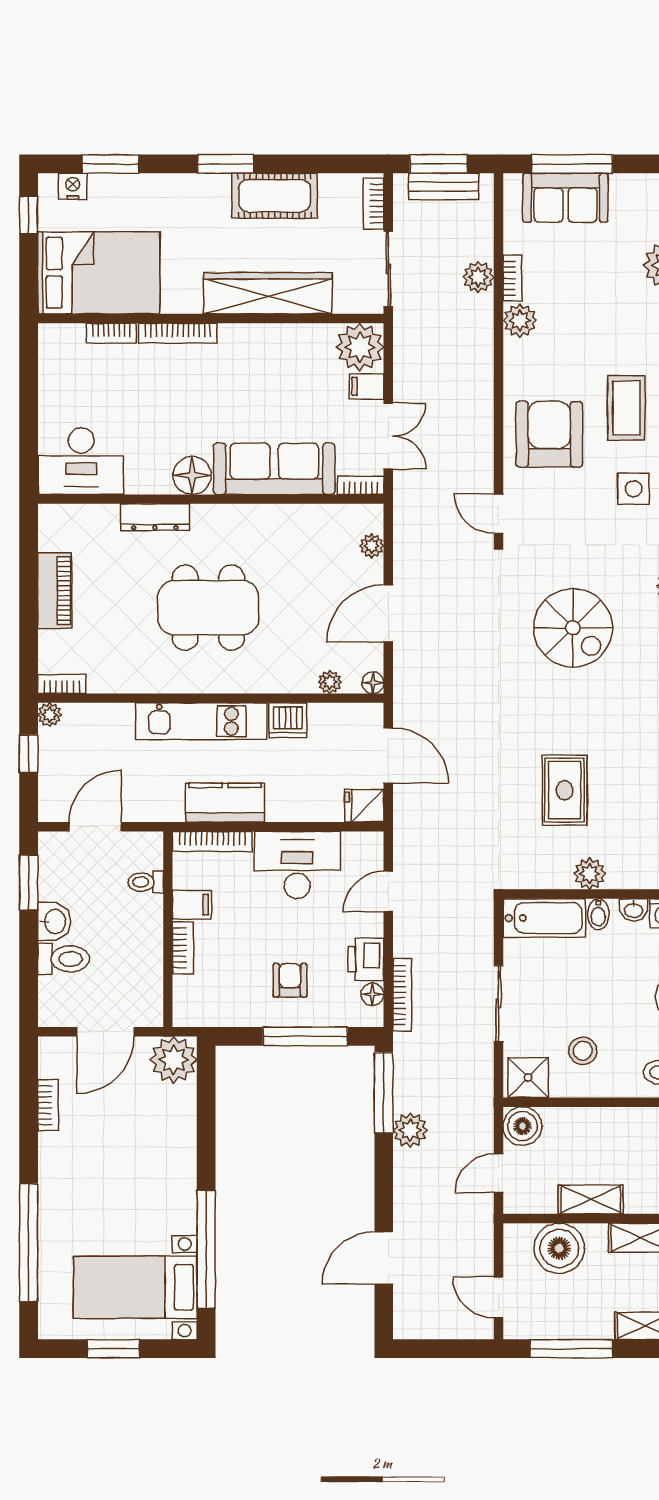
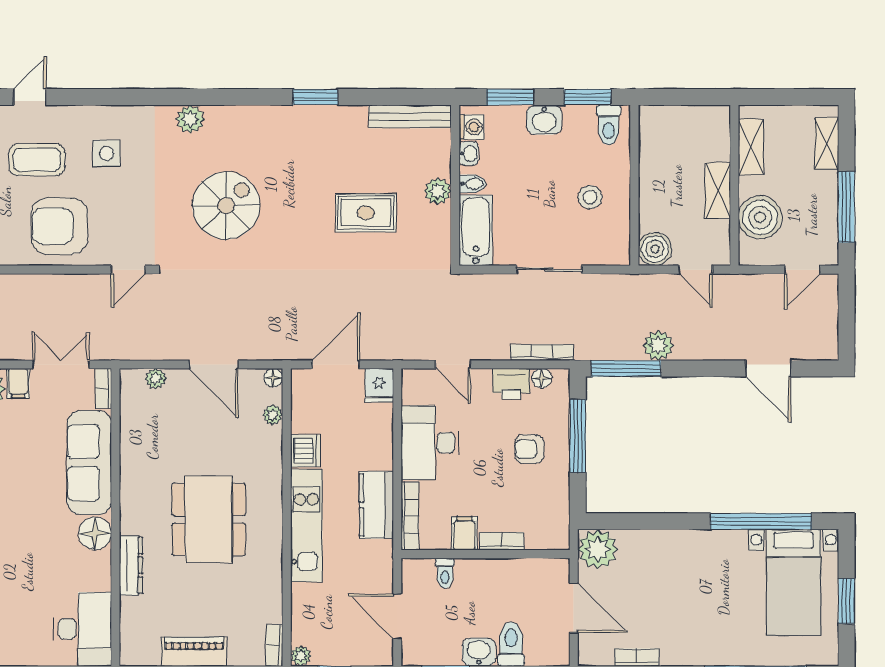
shower: (528, 1078) -> (613, 244), removed

